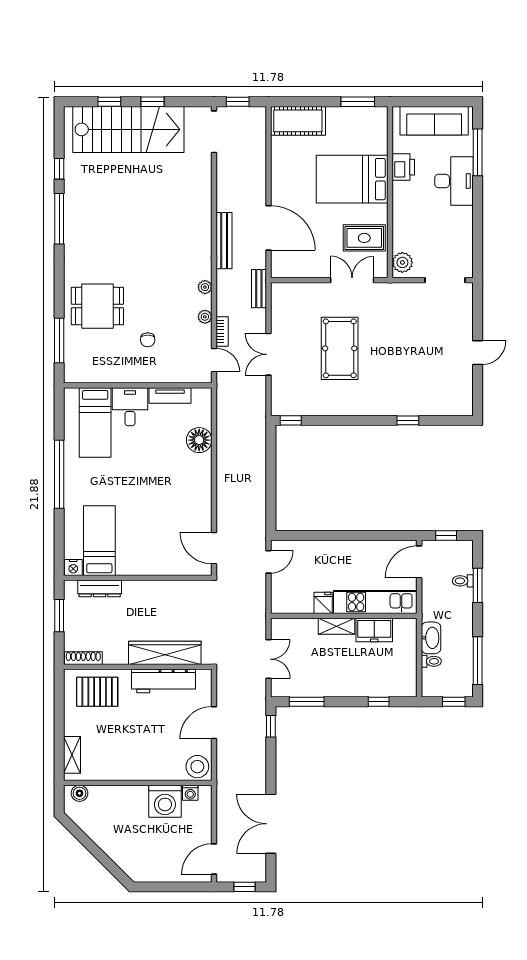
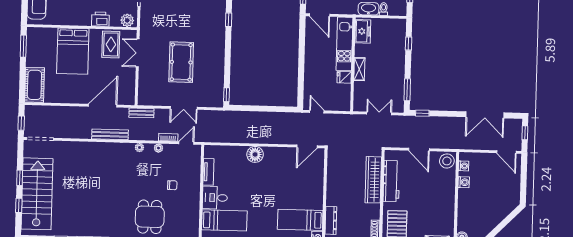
printer: (403, 167) -> (100, 19), moved
pool table: (340, 348) -> (181, 62), turned 90
floor lamp: (199, 440) -> (255, 154), moved
freezer: (374, 630) -> (363, 31), moved
washing machine: (165, 801) -> (464, 182), width x0.53, depth x0.53

